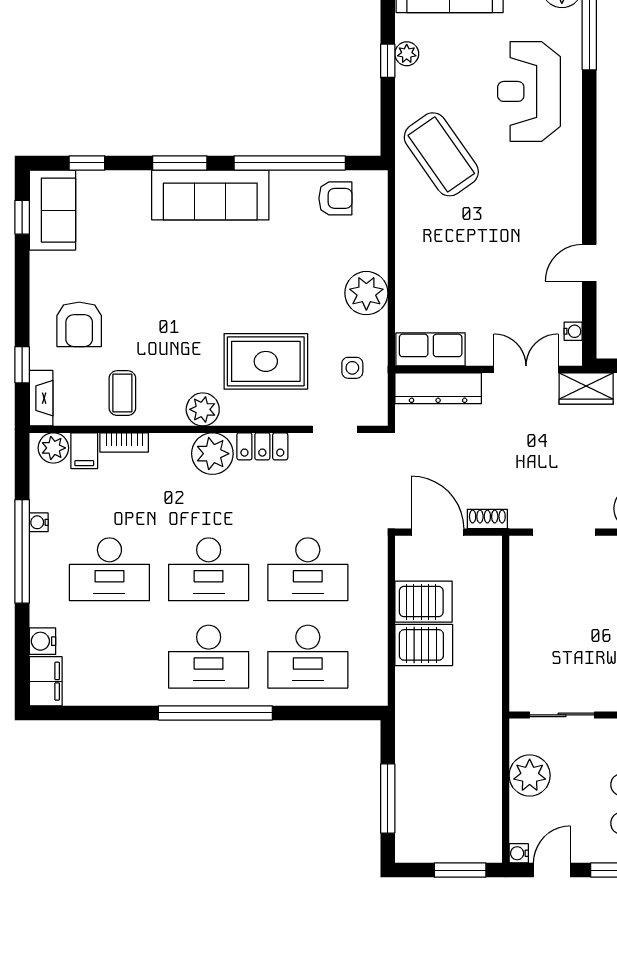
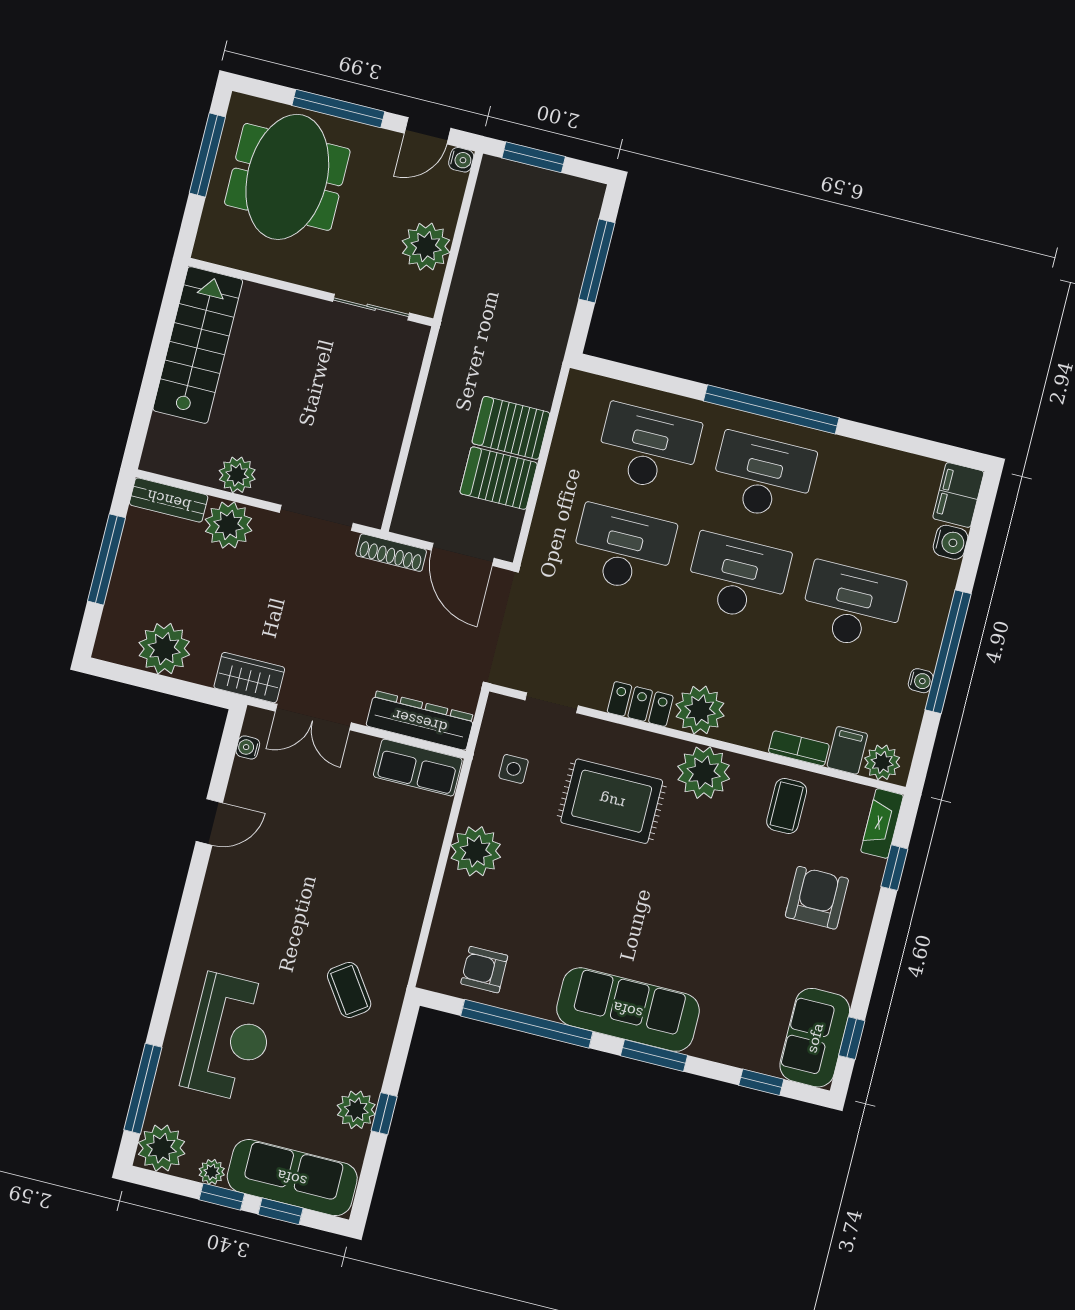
plant: (407, 54) -> (356, 1110), width x1.38, depth x1.38
coffee table: (441, 154) -> (349, 990), width x0.54, depth x0.58
plant: (203, 409) -> (704, 773), width x1.36, depth x1.36
shoe rack: (487, 519) -> (391, 553), width x1.43

